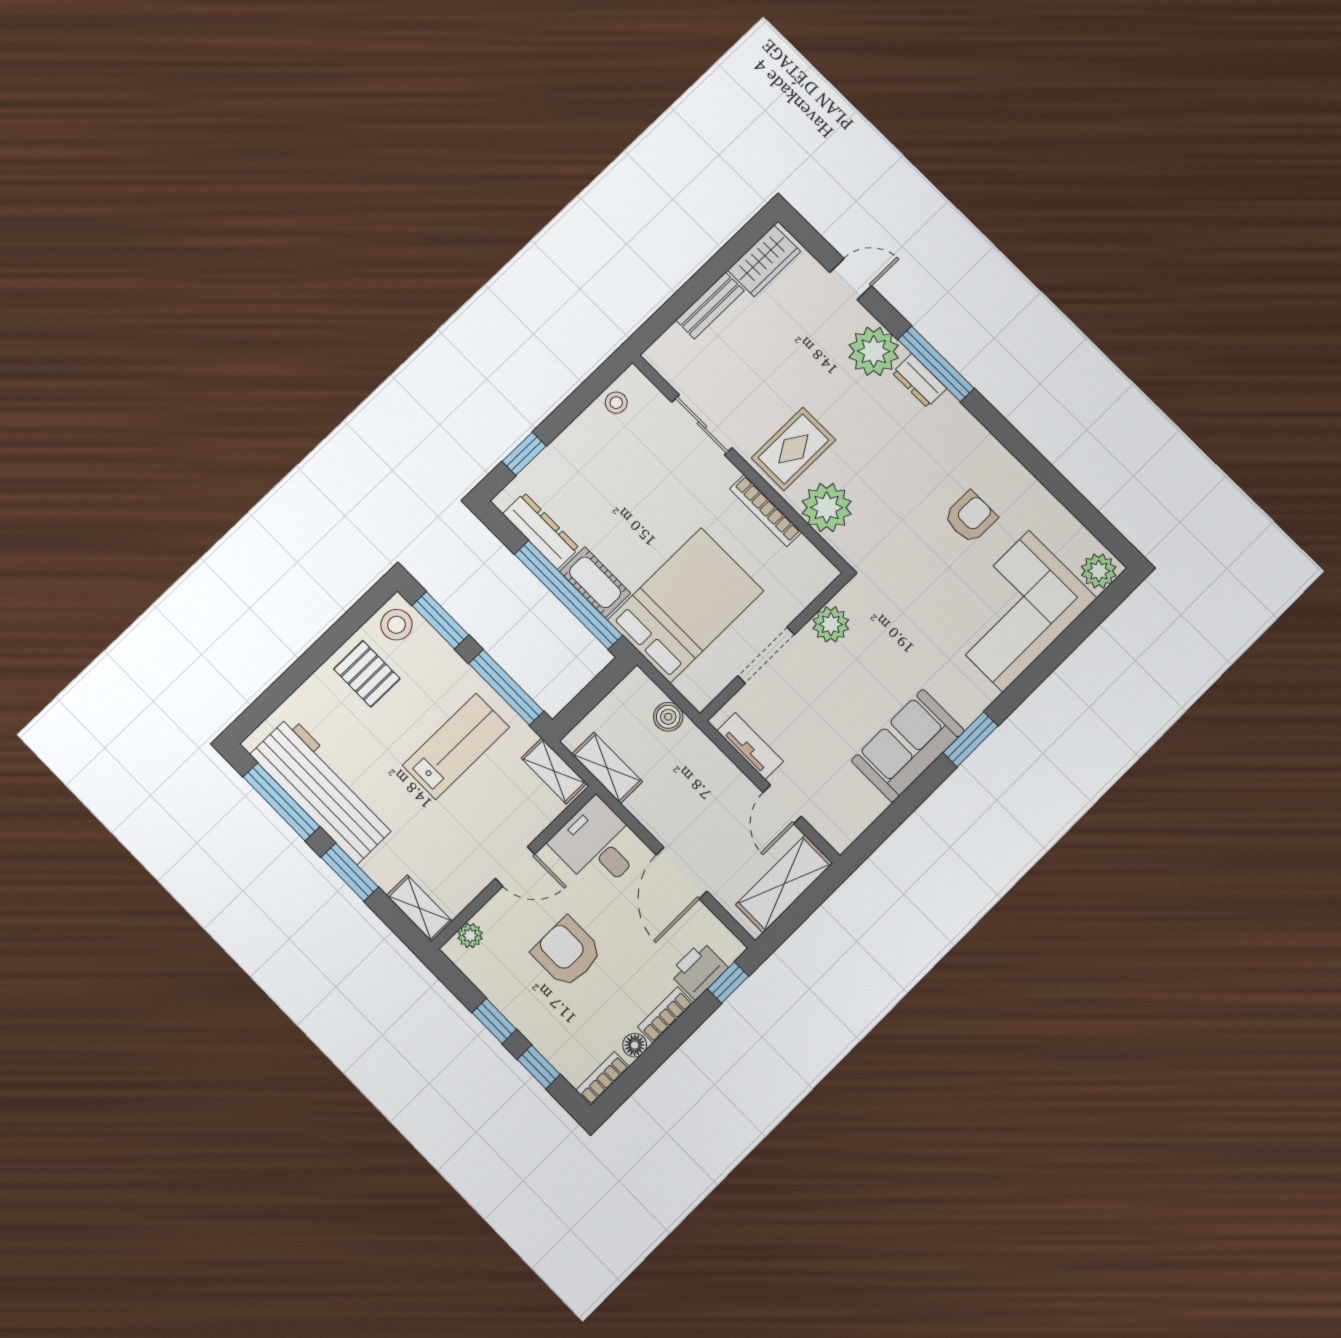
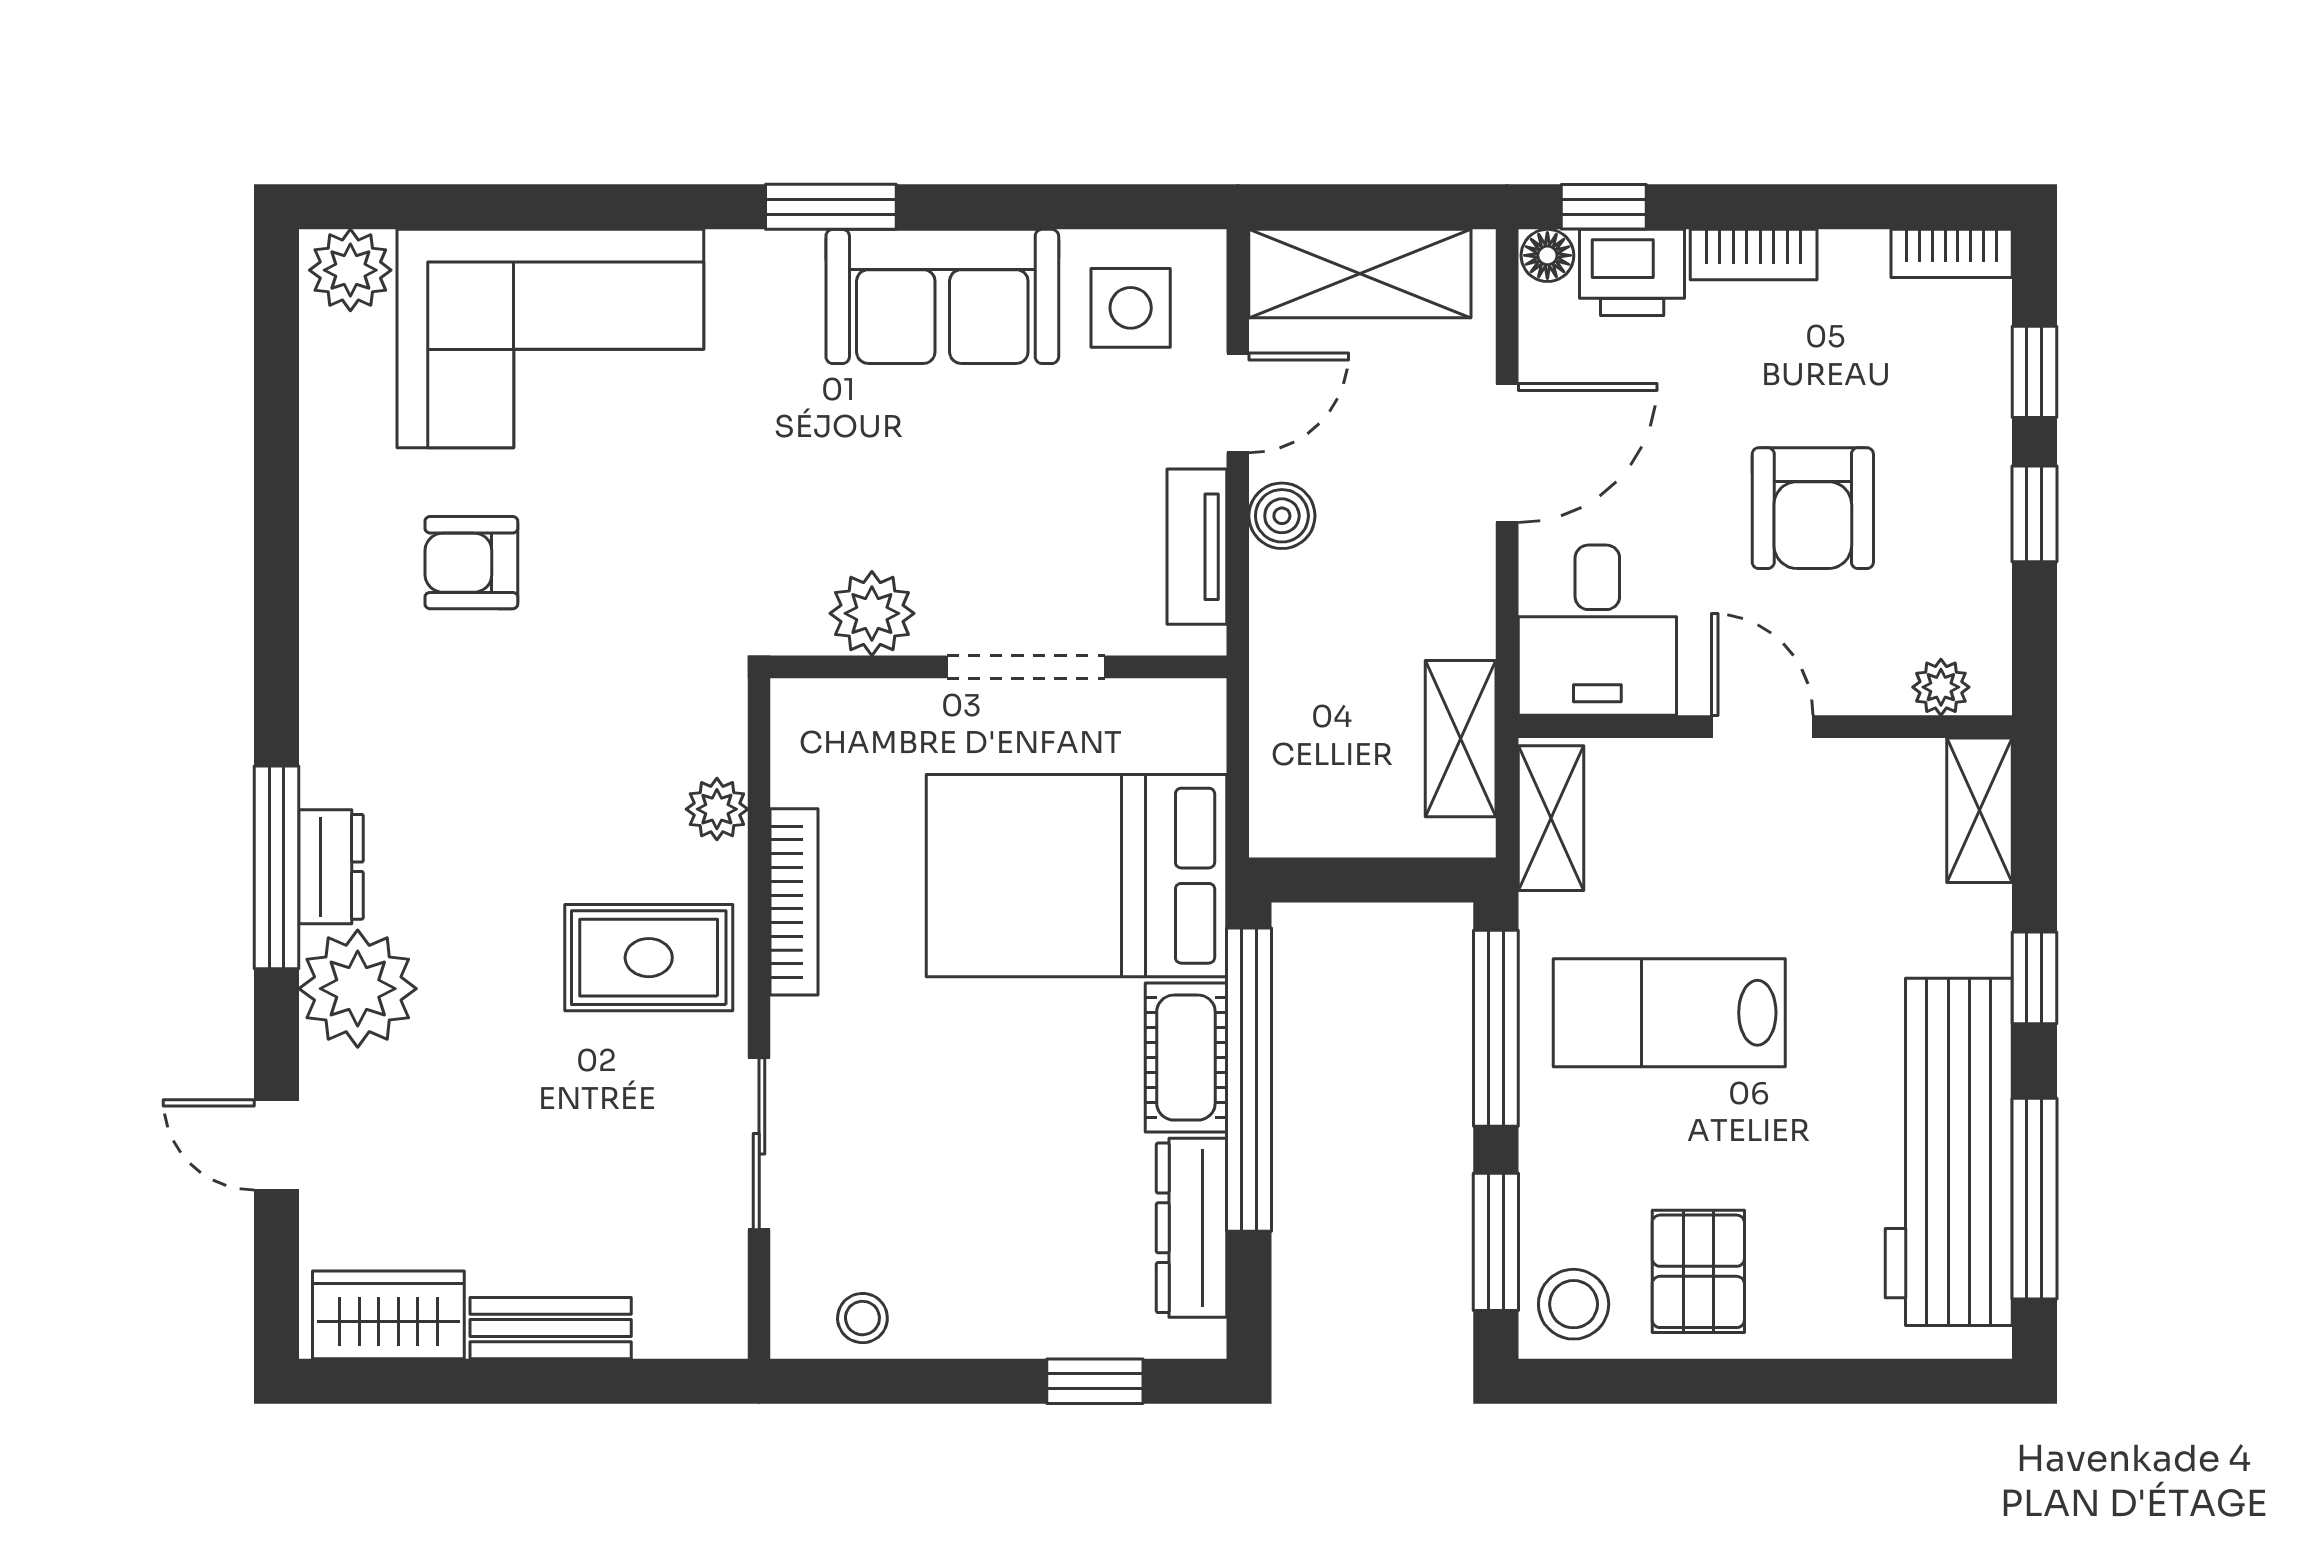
plant: (827, 507) -> (717, 809), width x0.53, depth x0.53
boiler: (668, 717) -> (1282, 516), moved
side table: (845, 801) -> (1131, 308), added
window: (350, 872) -> (2034, 978), width x0.67
floor lamp: (635, 1045) -> (1547, 255), moved

